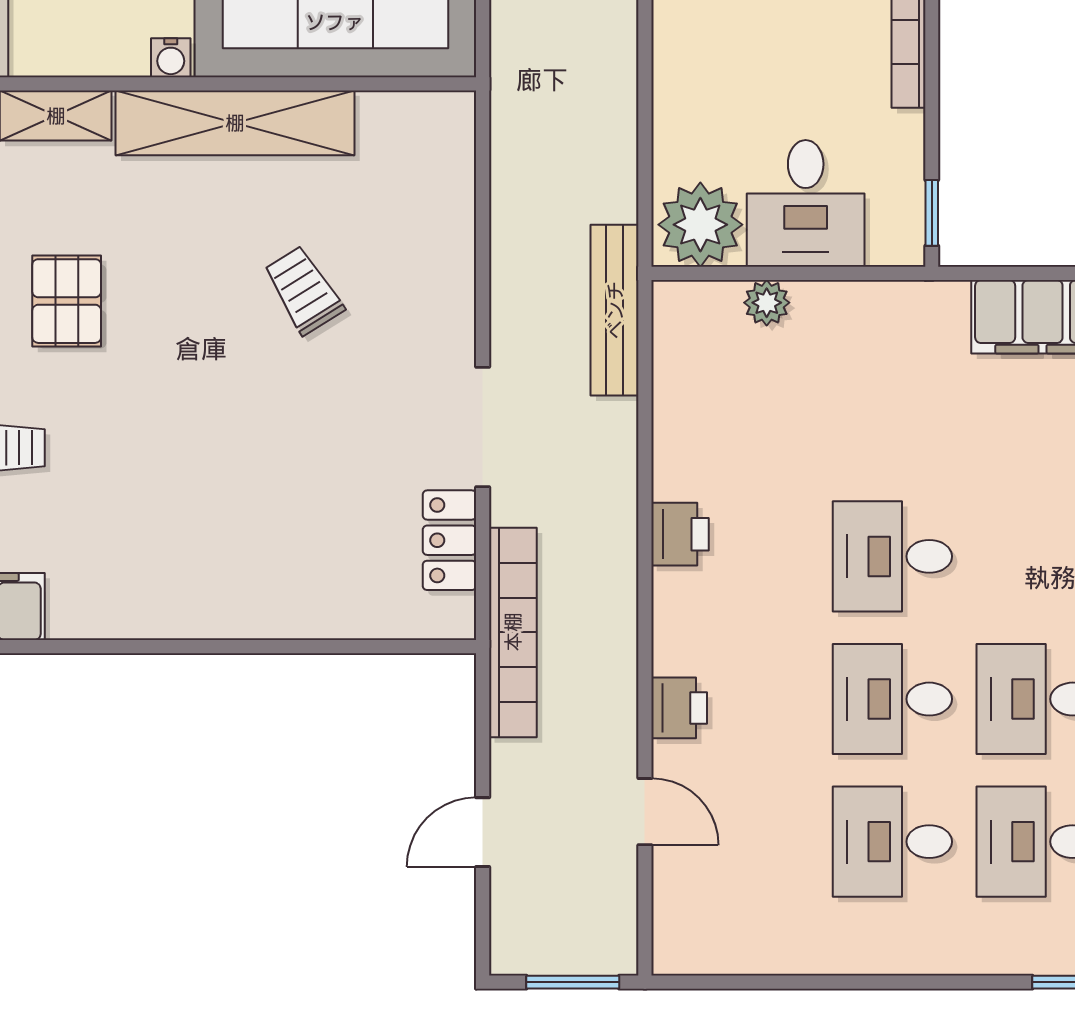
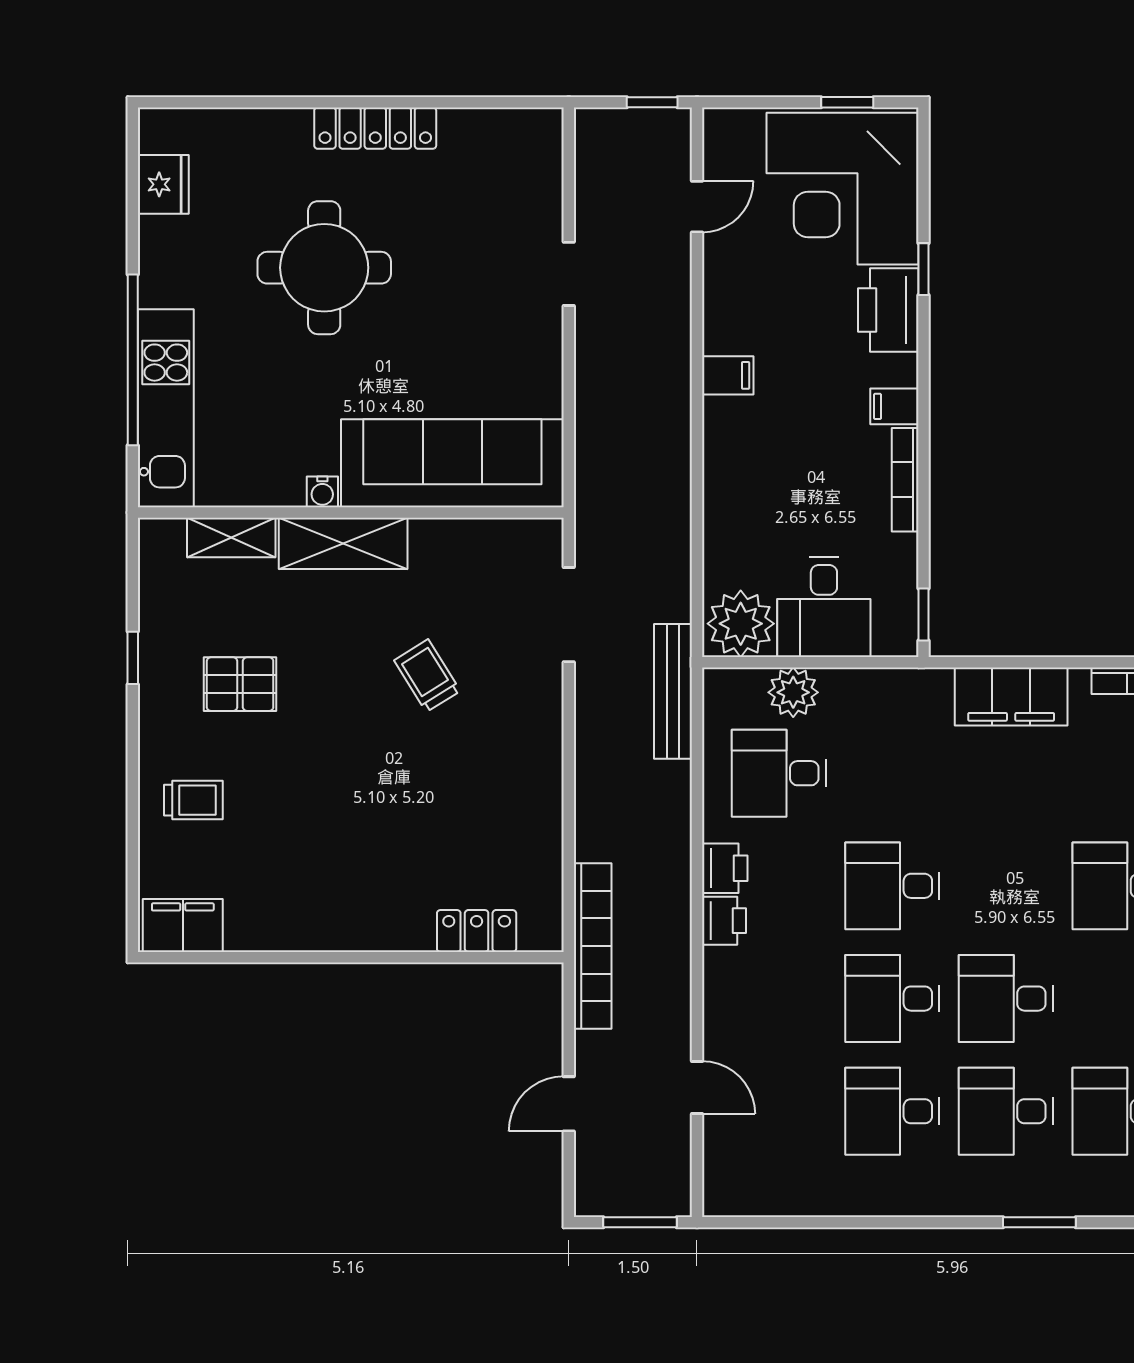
shelving: (235, 123) -> (343, 543), width x0.68
pallet: (67, 301) -> (240, 684), turned 90
plant: (767, 303) -> (793, 692), width x1.38, depth x1.38
desk: (749, 414) -> (779, 773), added
doorway: (483, 427) -> (569, 615), moved
locker: (449, 540) -> (477, 931), moved, turned 90
printer: (679, 708) -> (724, 921), moved

